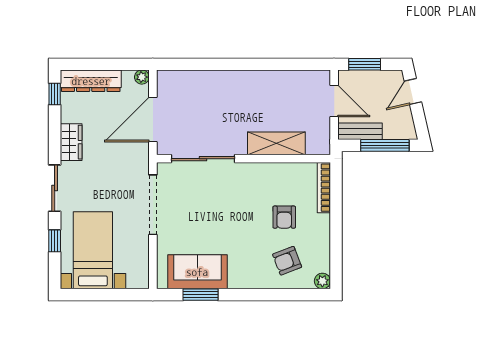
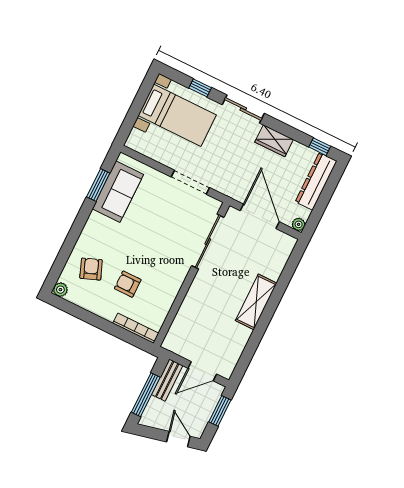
shelving: (276, 143) -> (256, 302), moved
doorway: (153, 205) -> (190, 182), width x0.73

